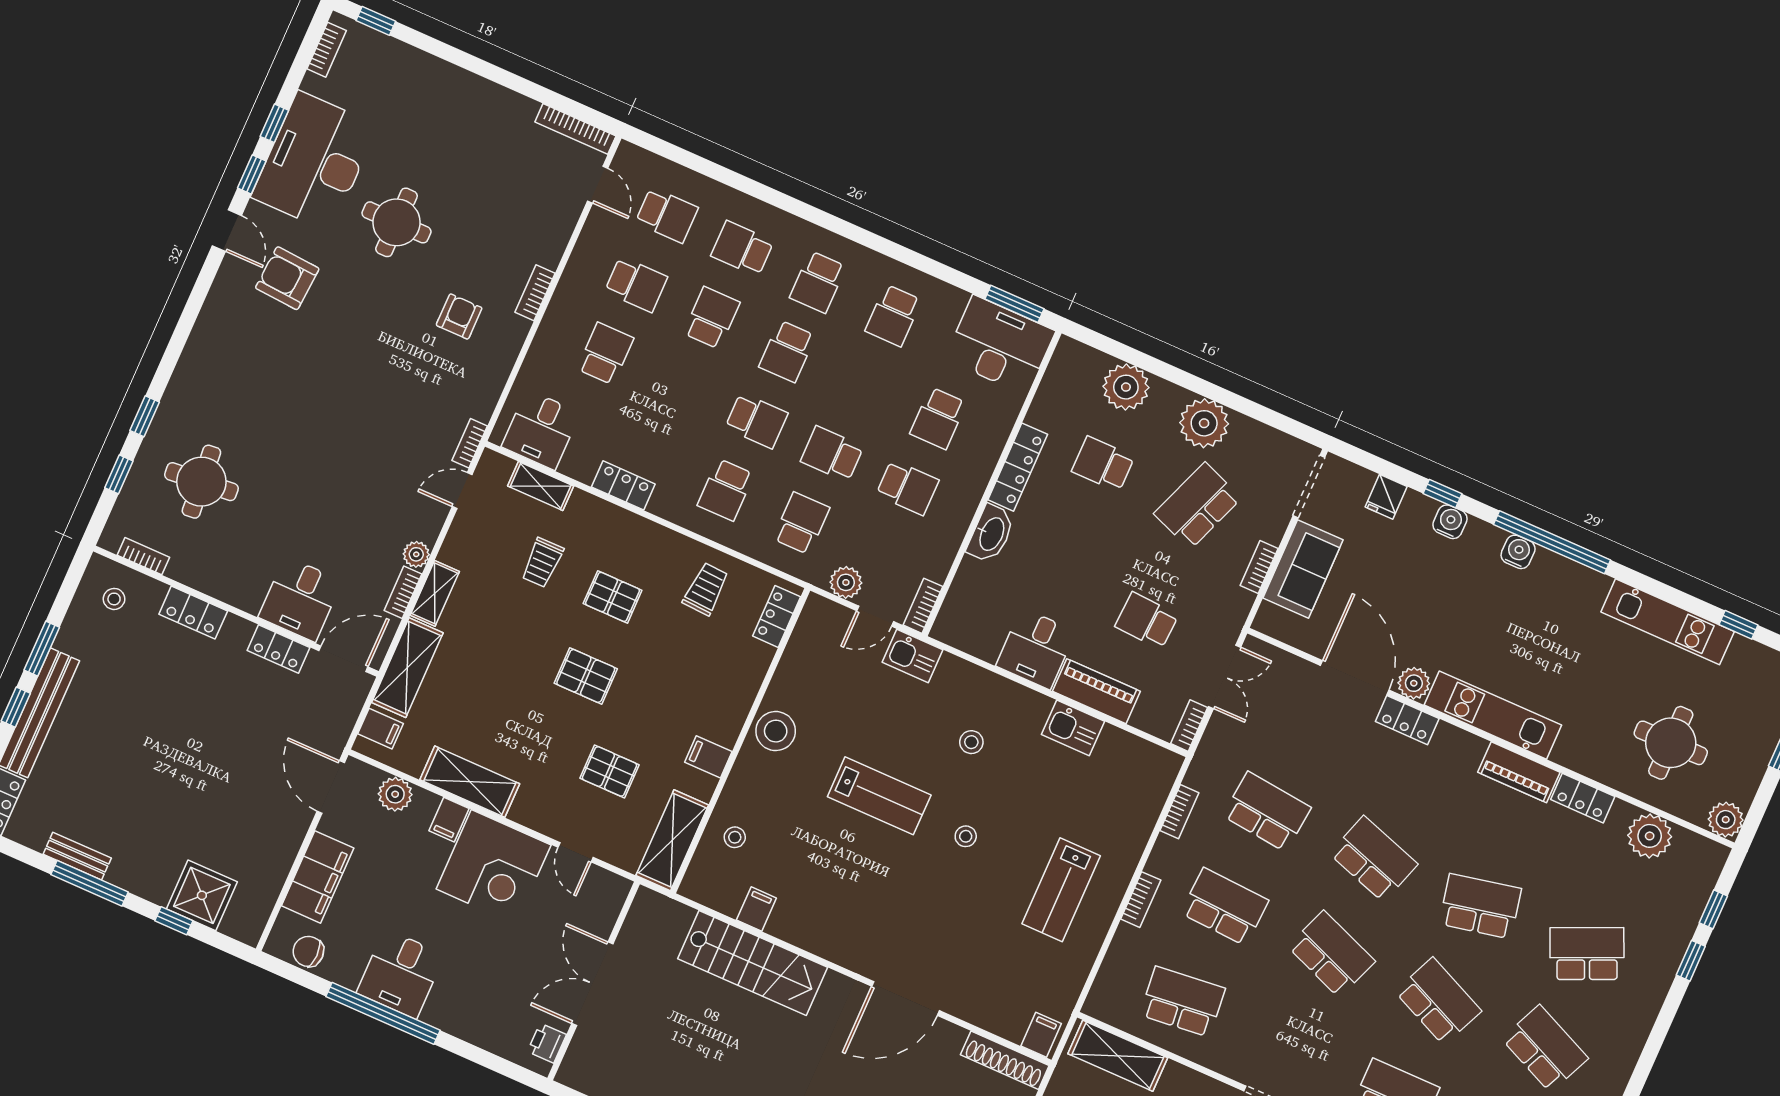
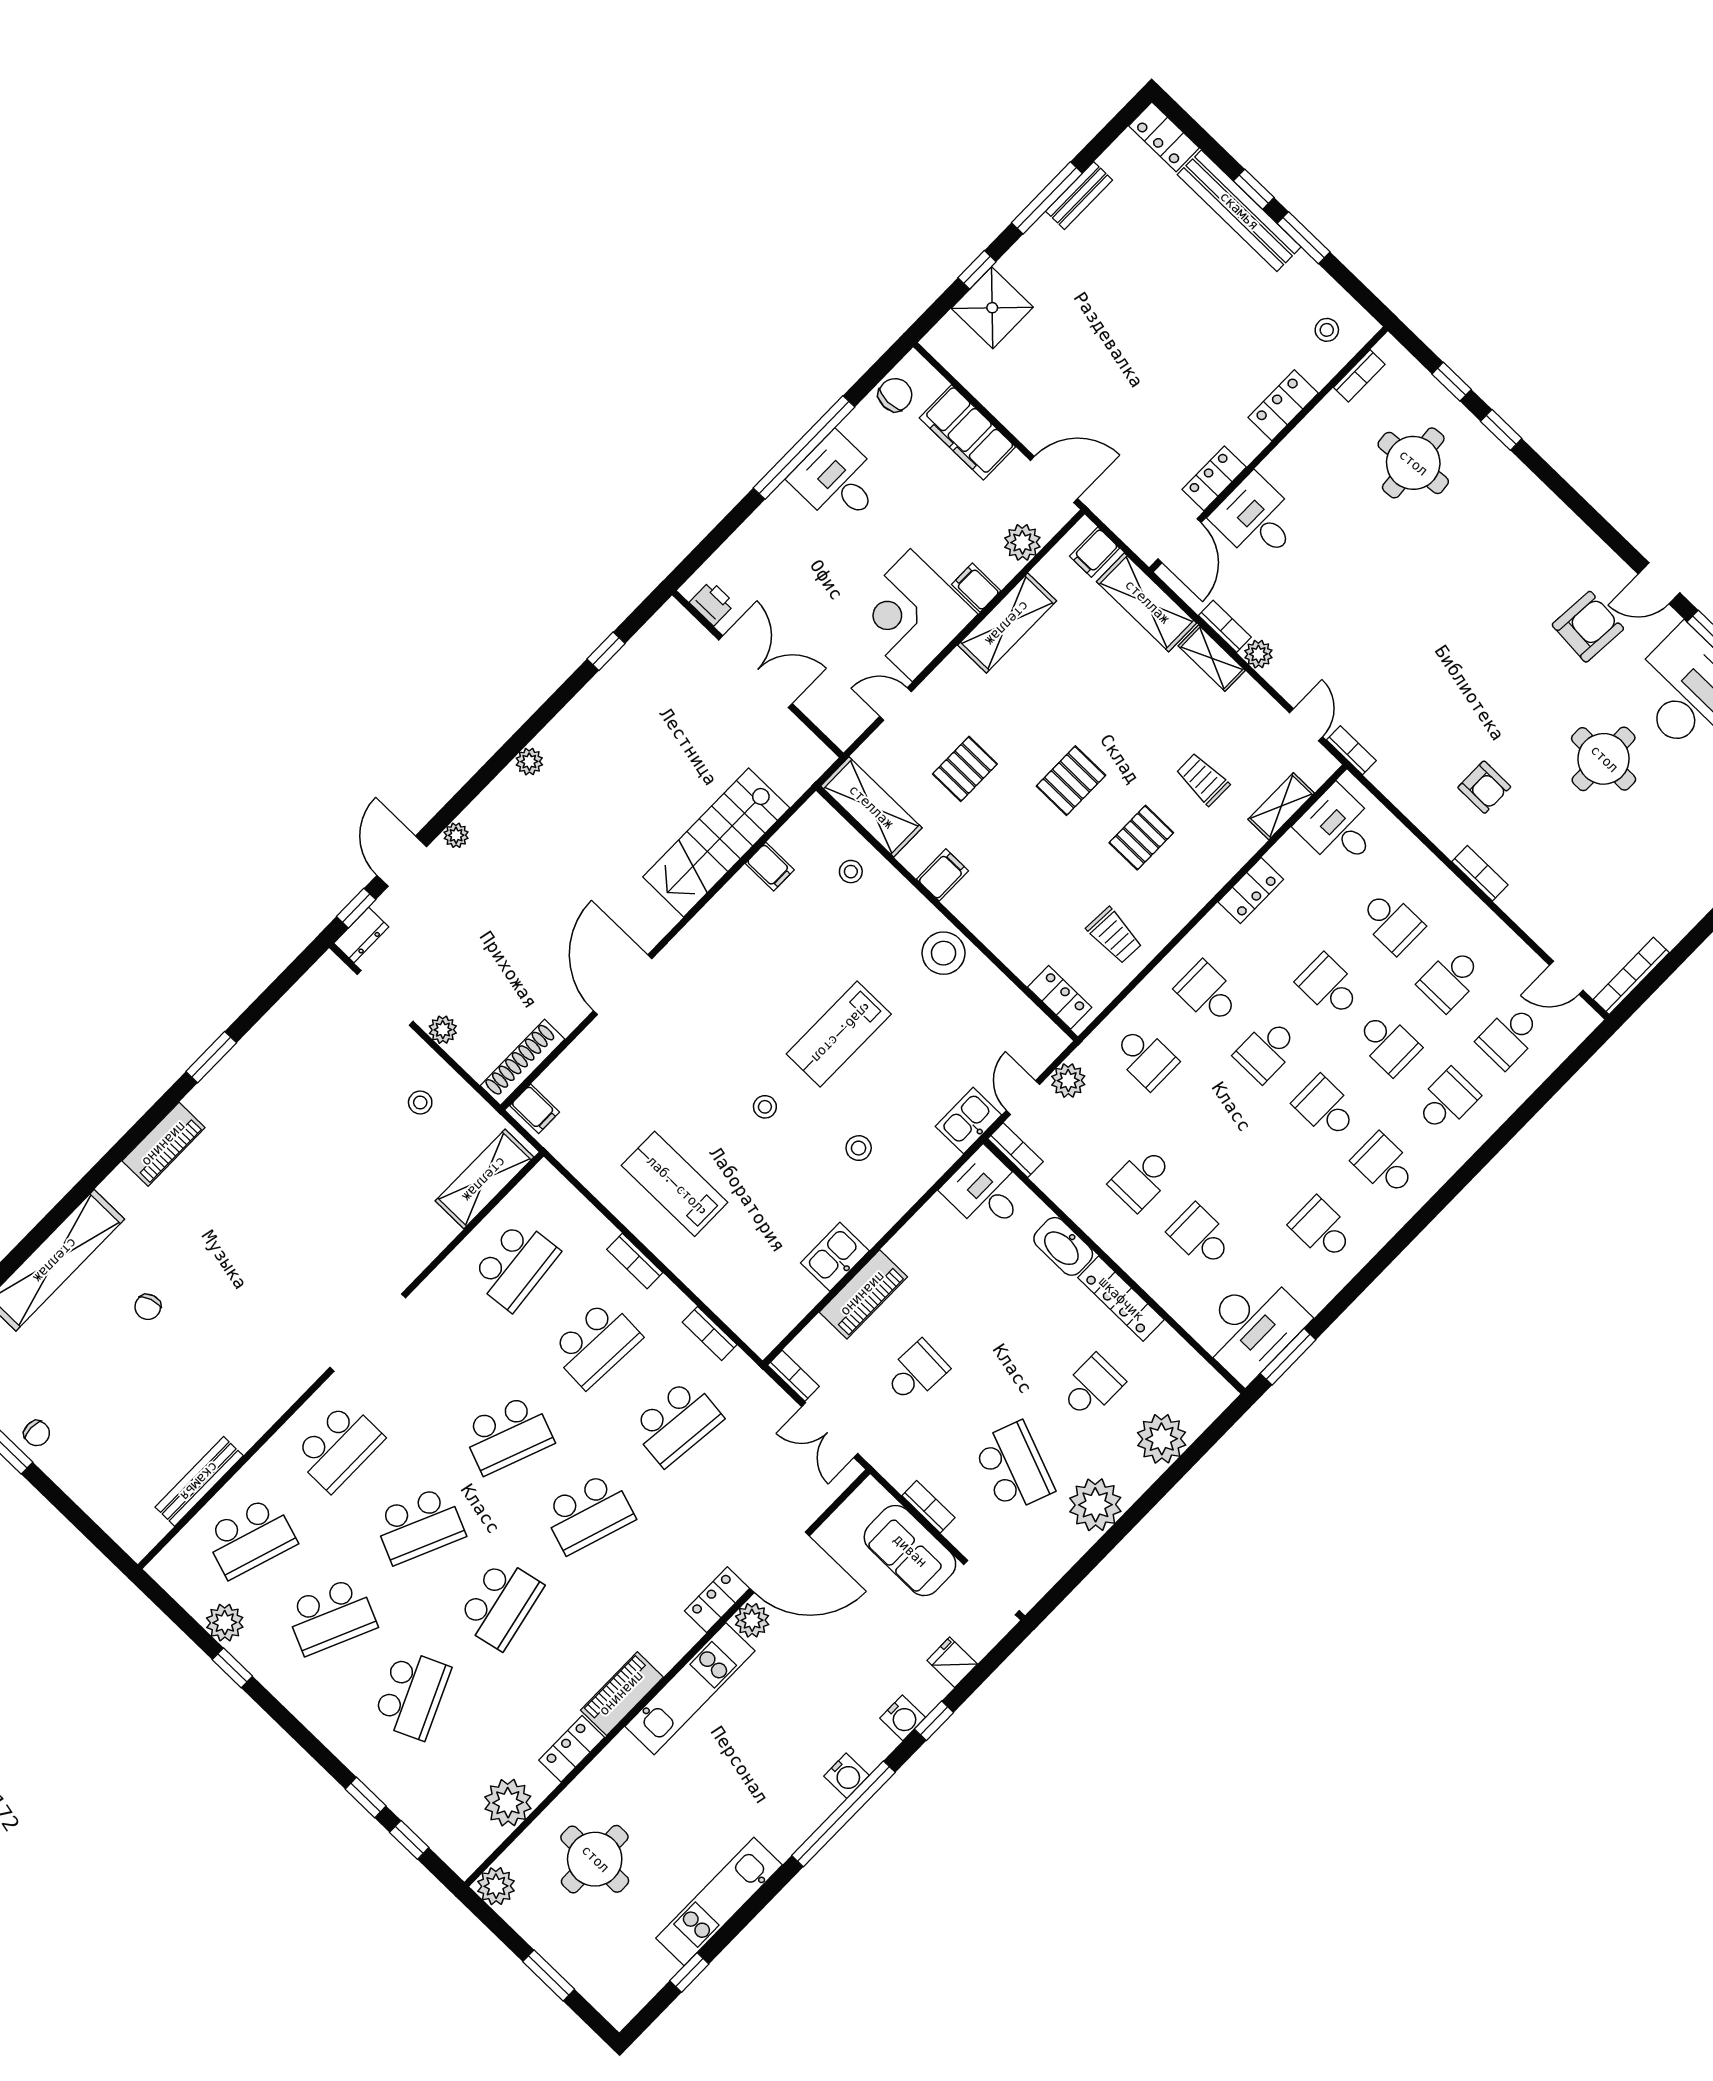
school desk: (832, 454) -> (1329, 986), moved, turned -90
desk: (1036, 649) -> (986, 1191), moved

